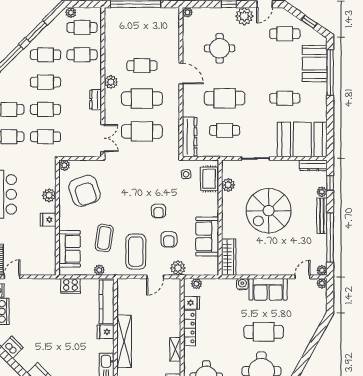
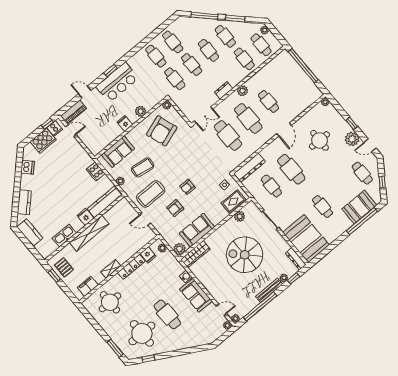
plant: (178, 268) -> (180, 249), moved

